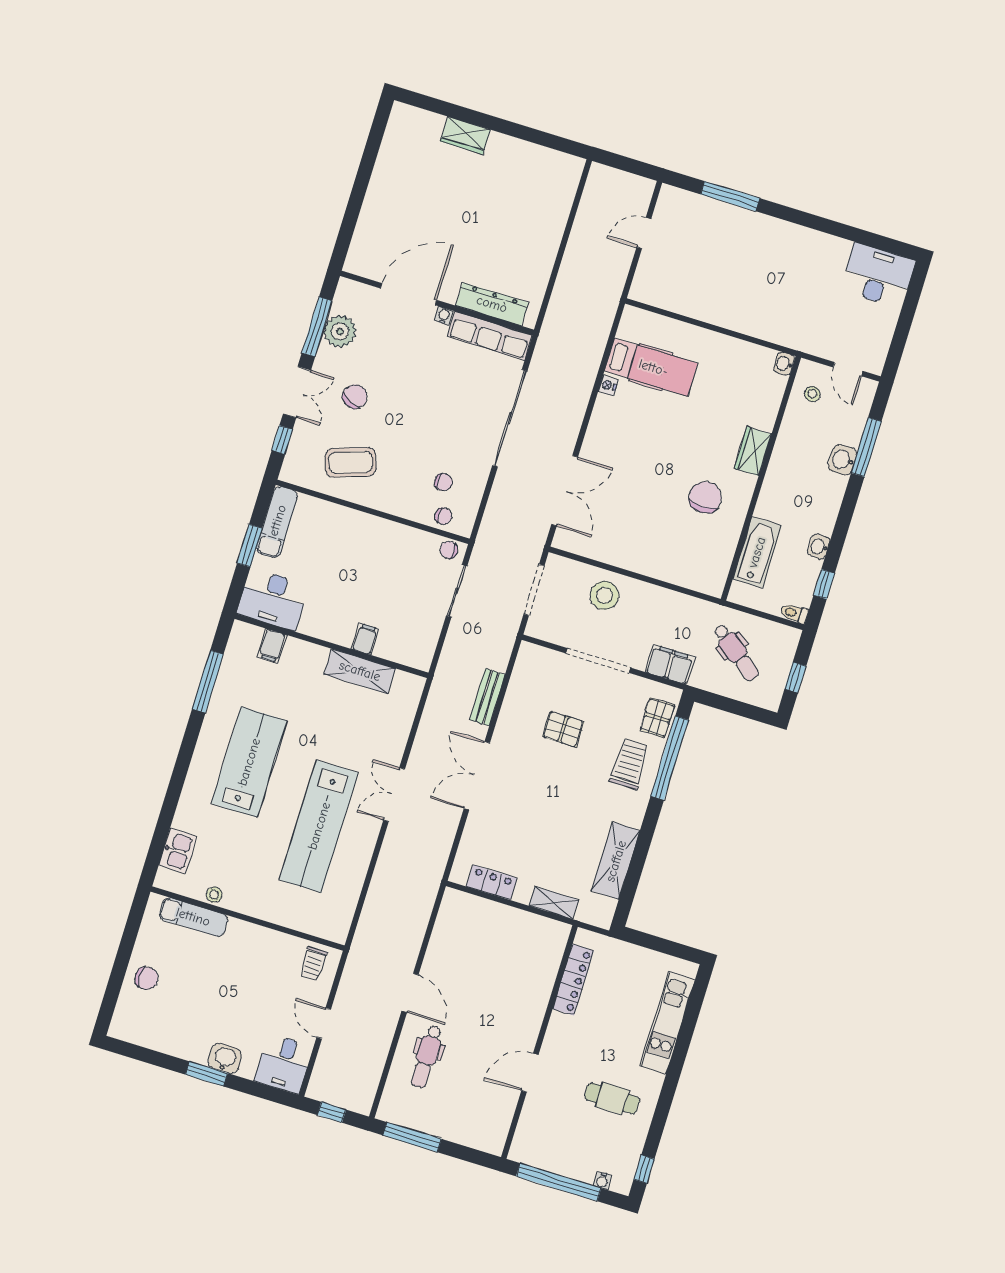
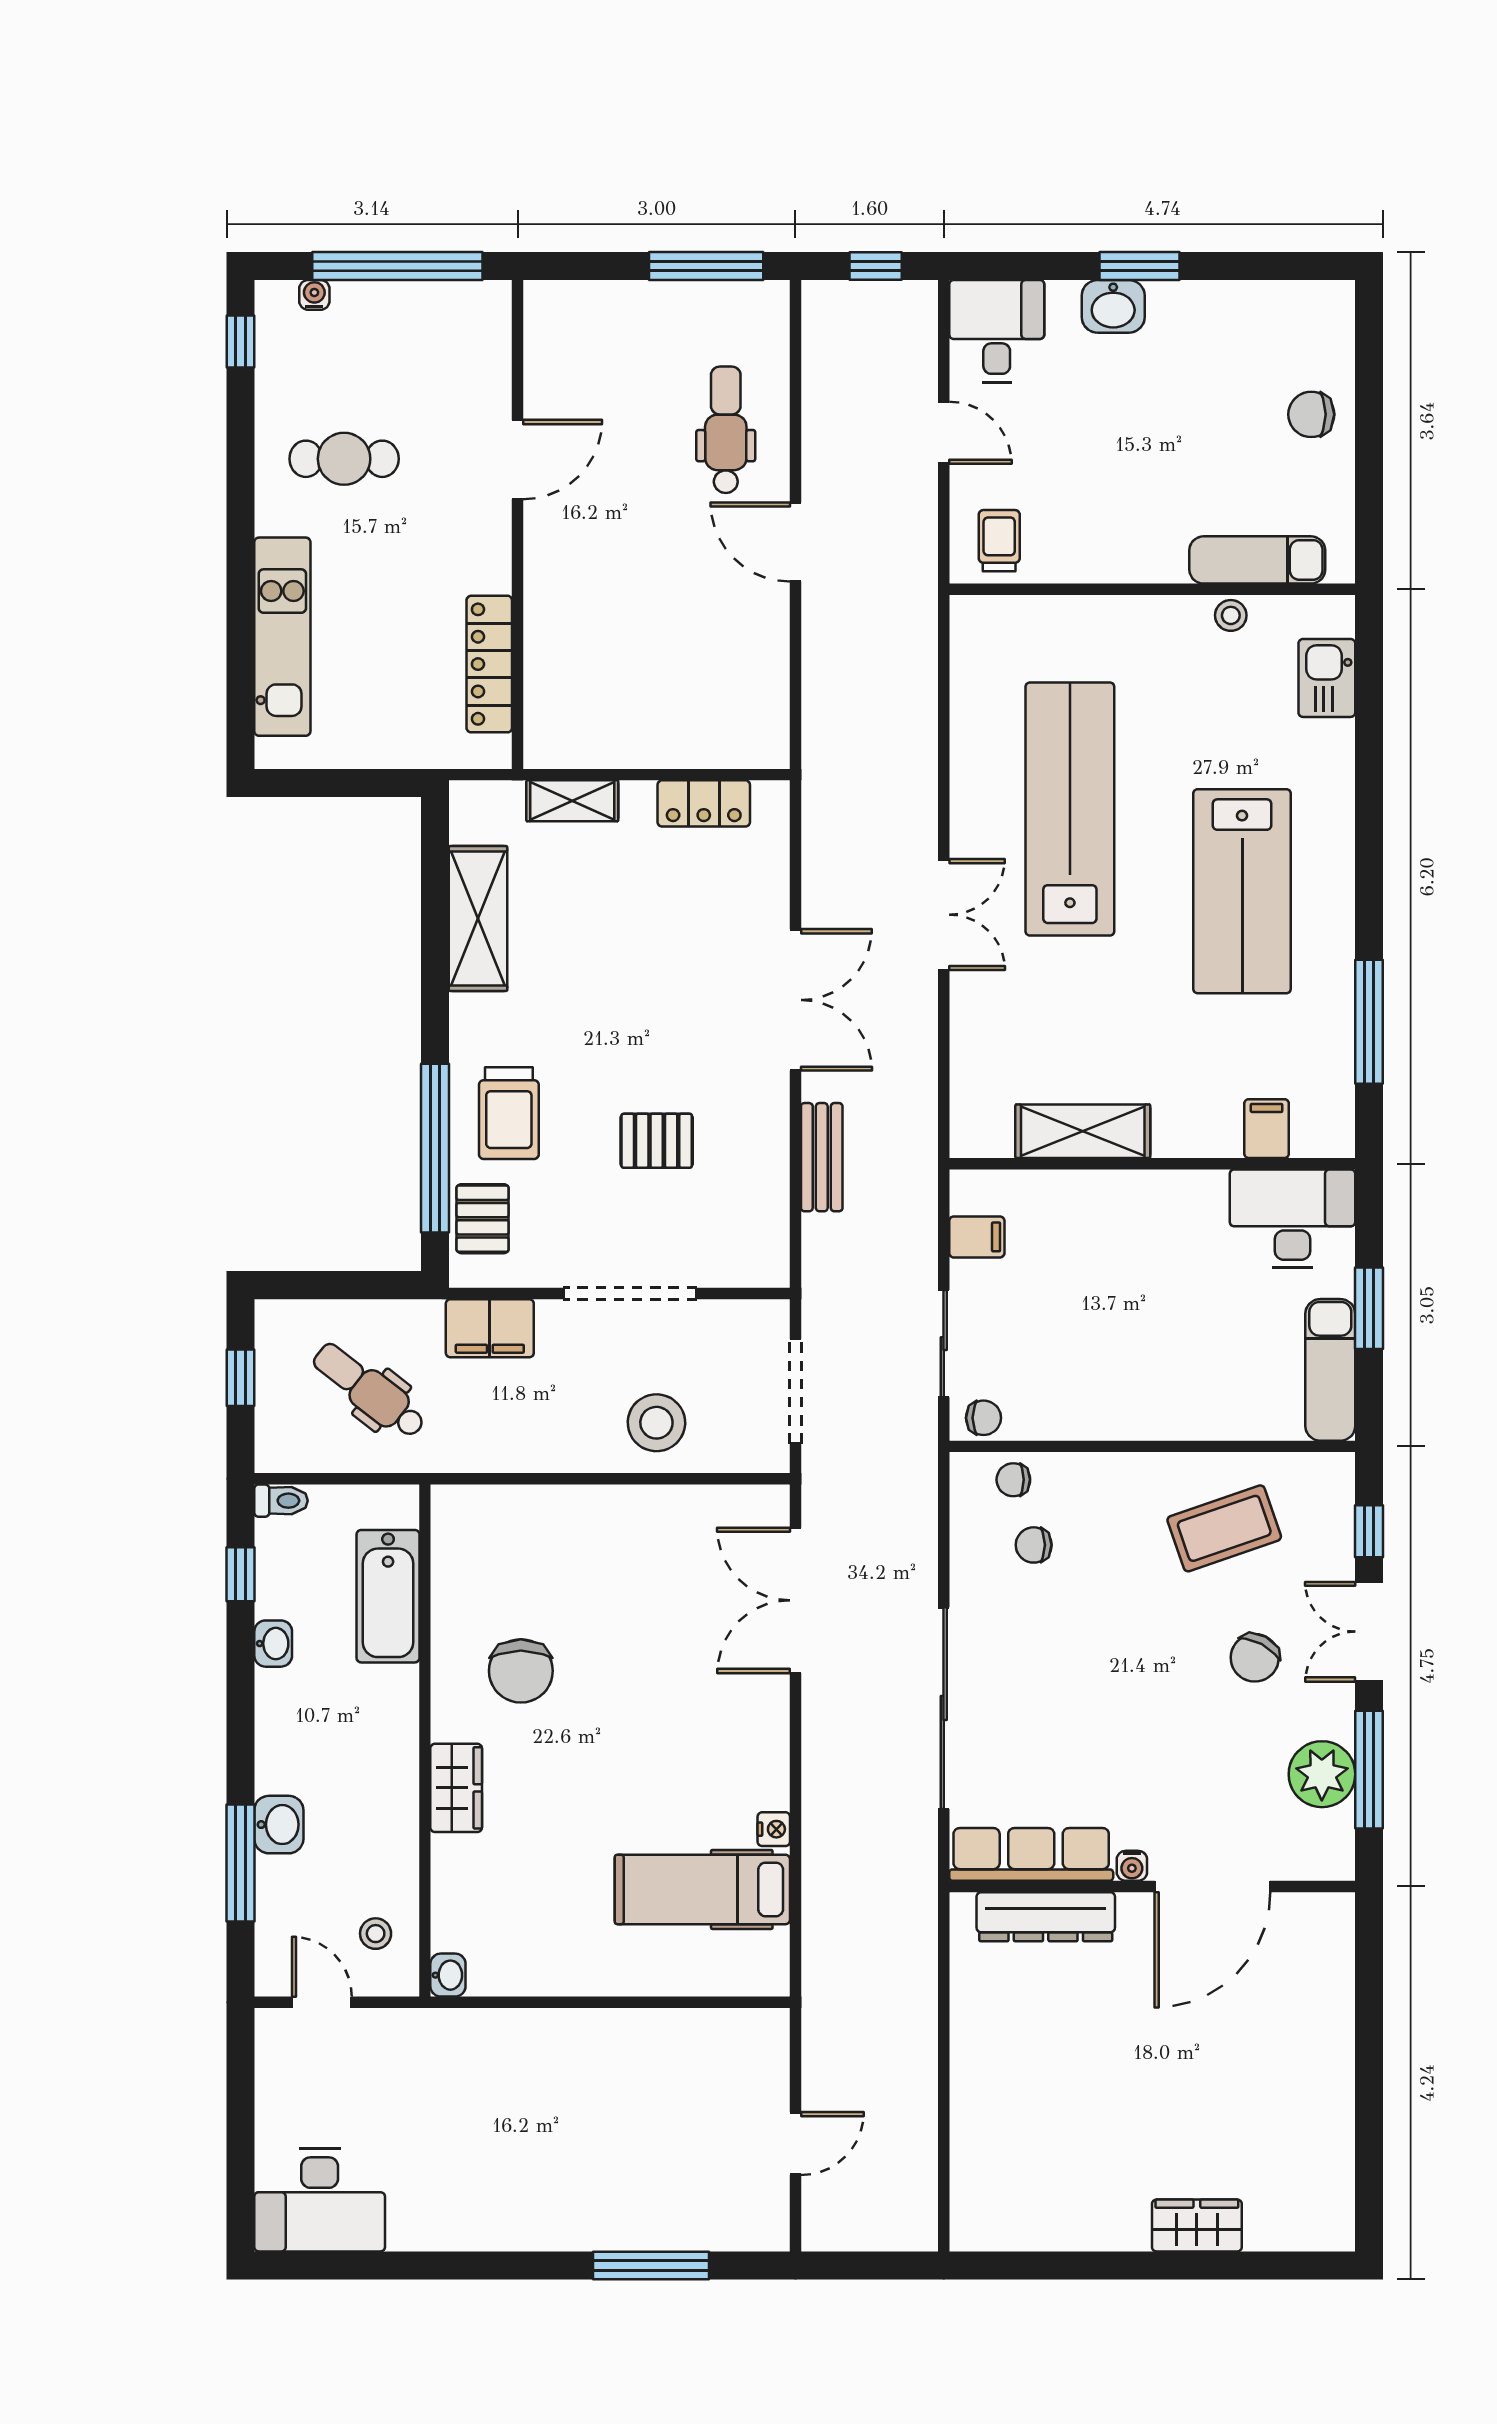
filing cabinet: (365, 639) -> (977, 1237), moved, turned -90

